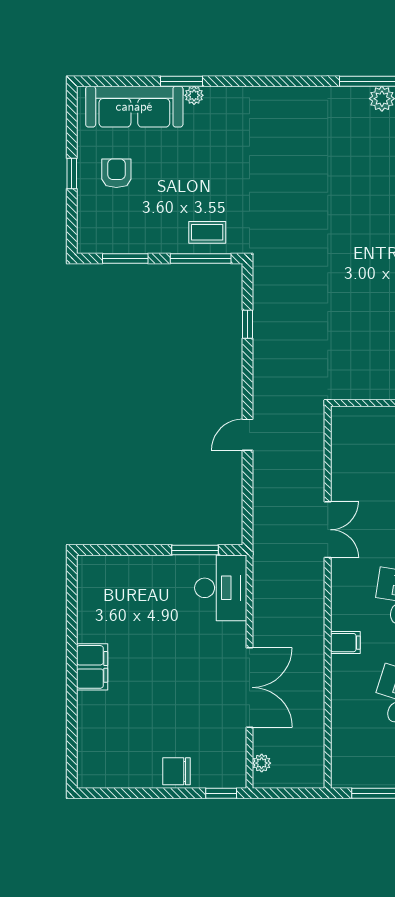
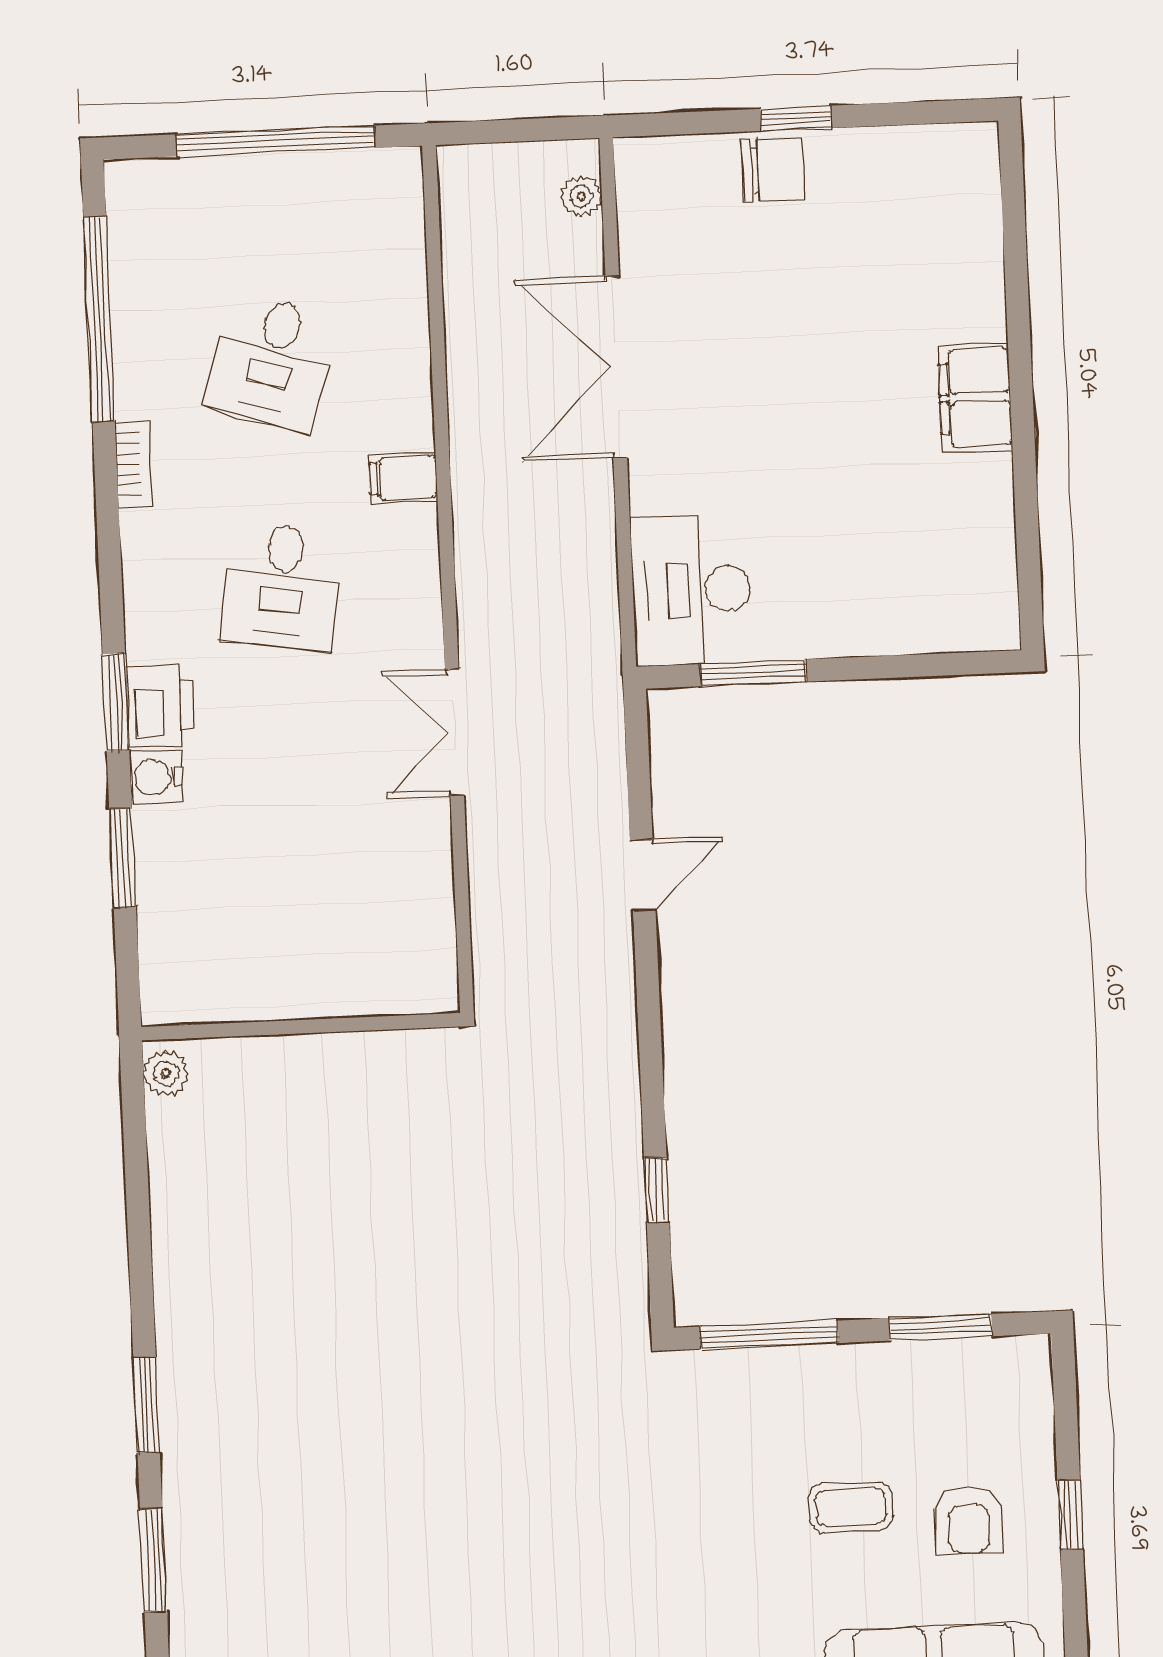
coffee table: (207, 232) -> (851, 1507), moved
door: (247, 435) -> (643, 875), moved
window: (221, 793) -> (796, 118), moved

